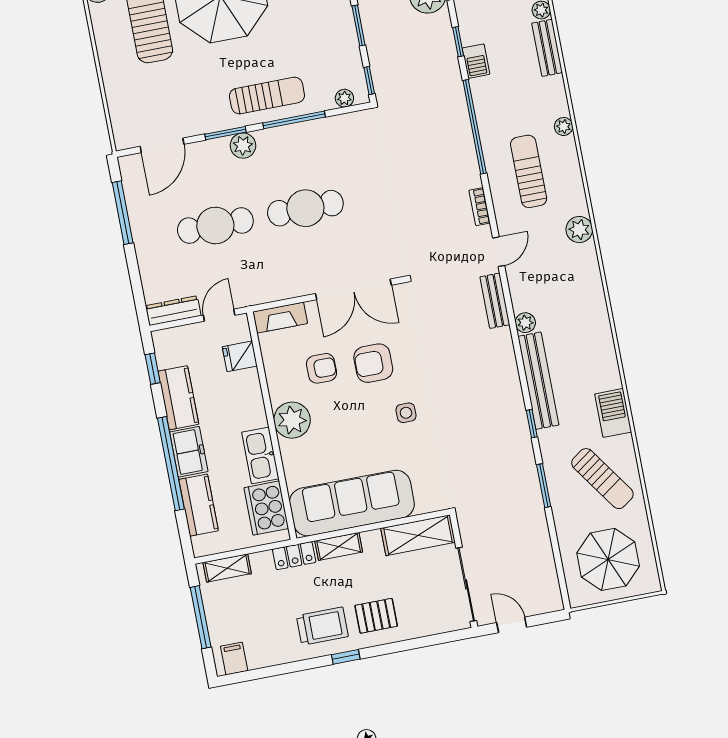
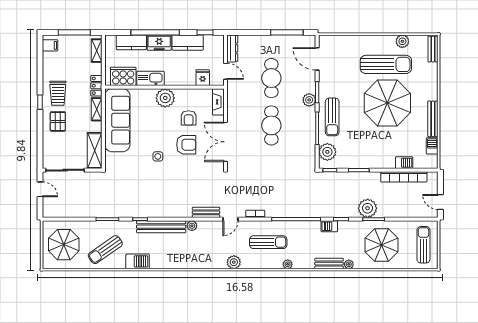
plant: (344, 98) -> (327, 152), width x1.88, depth x1.88
door: (499, 252) -> (230, 219), hinge flipped
armchair: (373, 363) -> (186, 145), turned 90
door: (512, 625) -> (40, 189), hinge flipped

